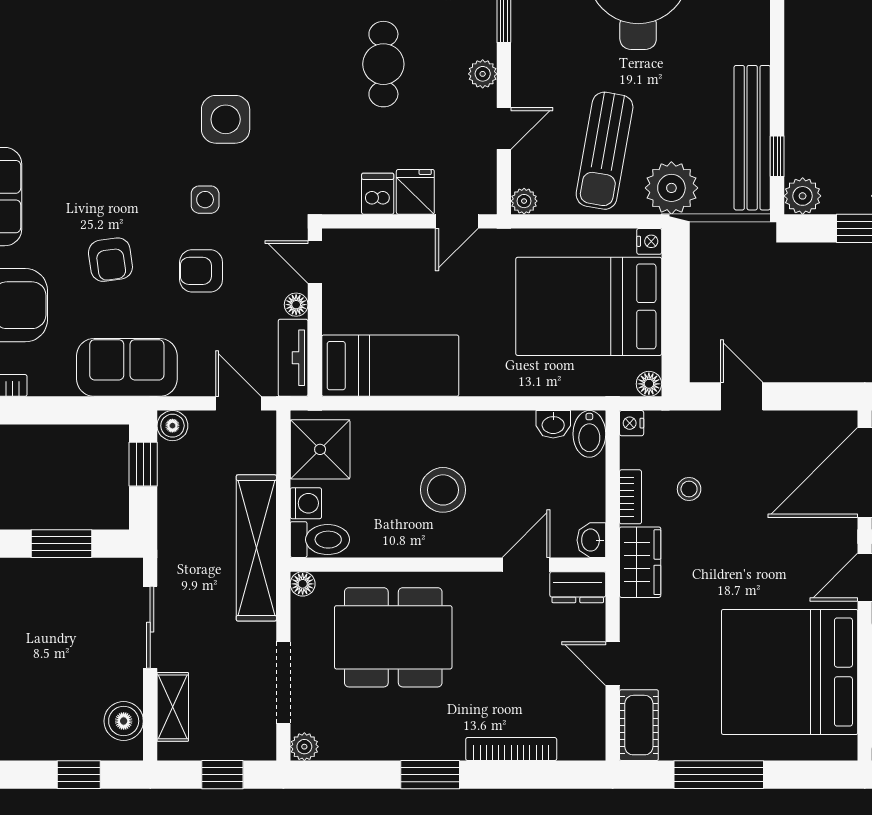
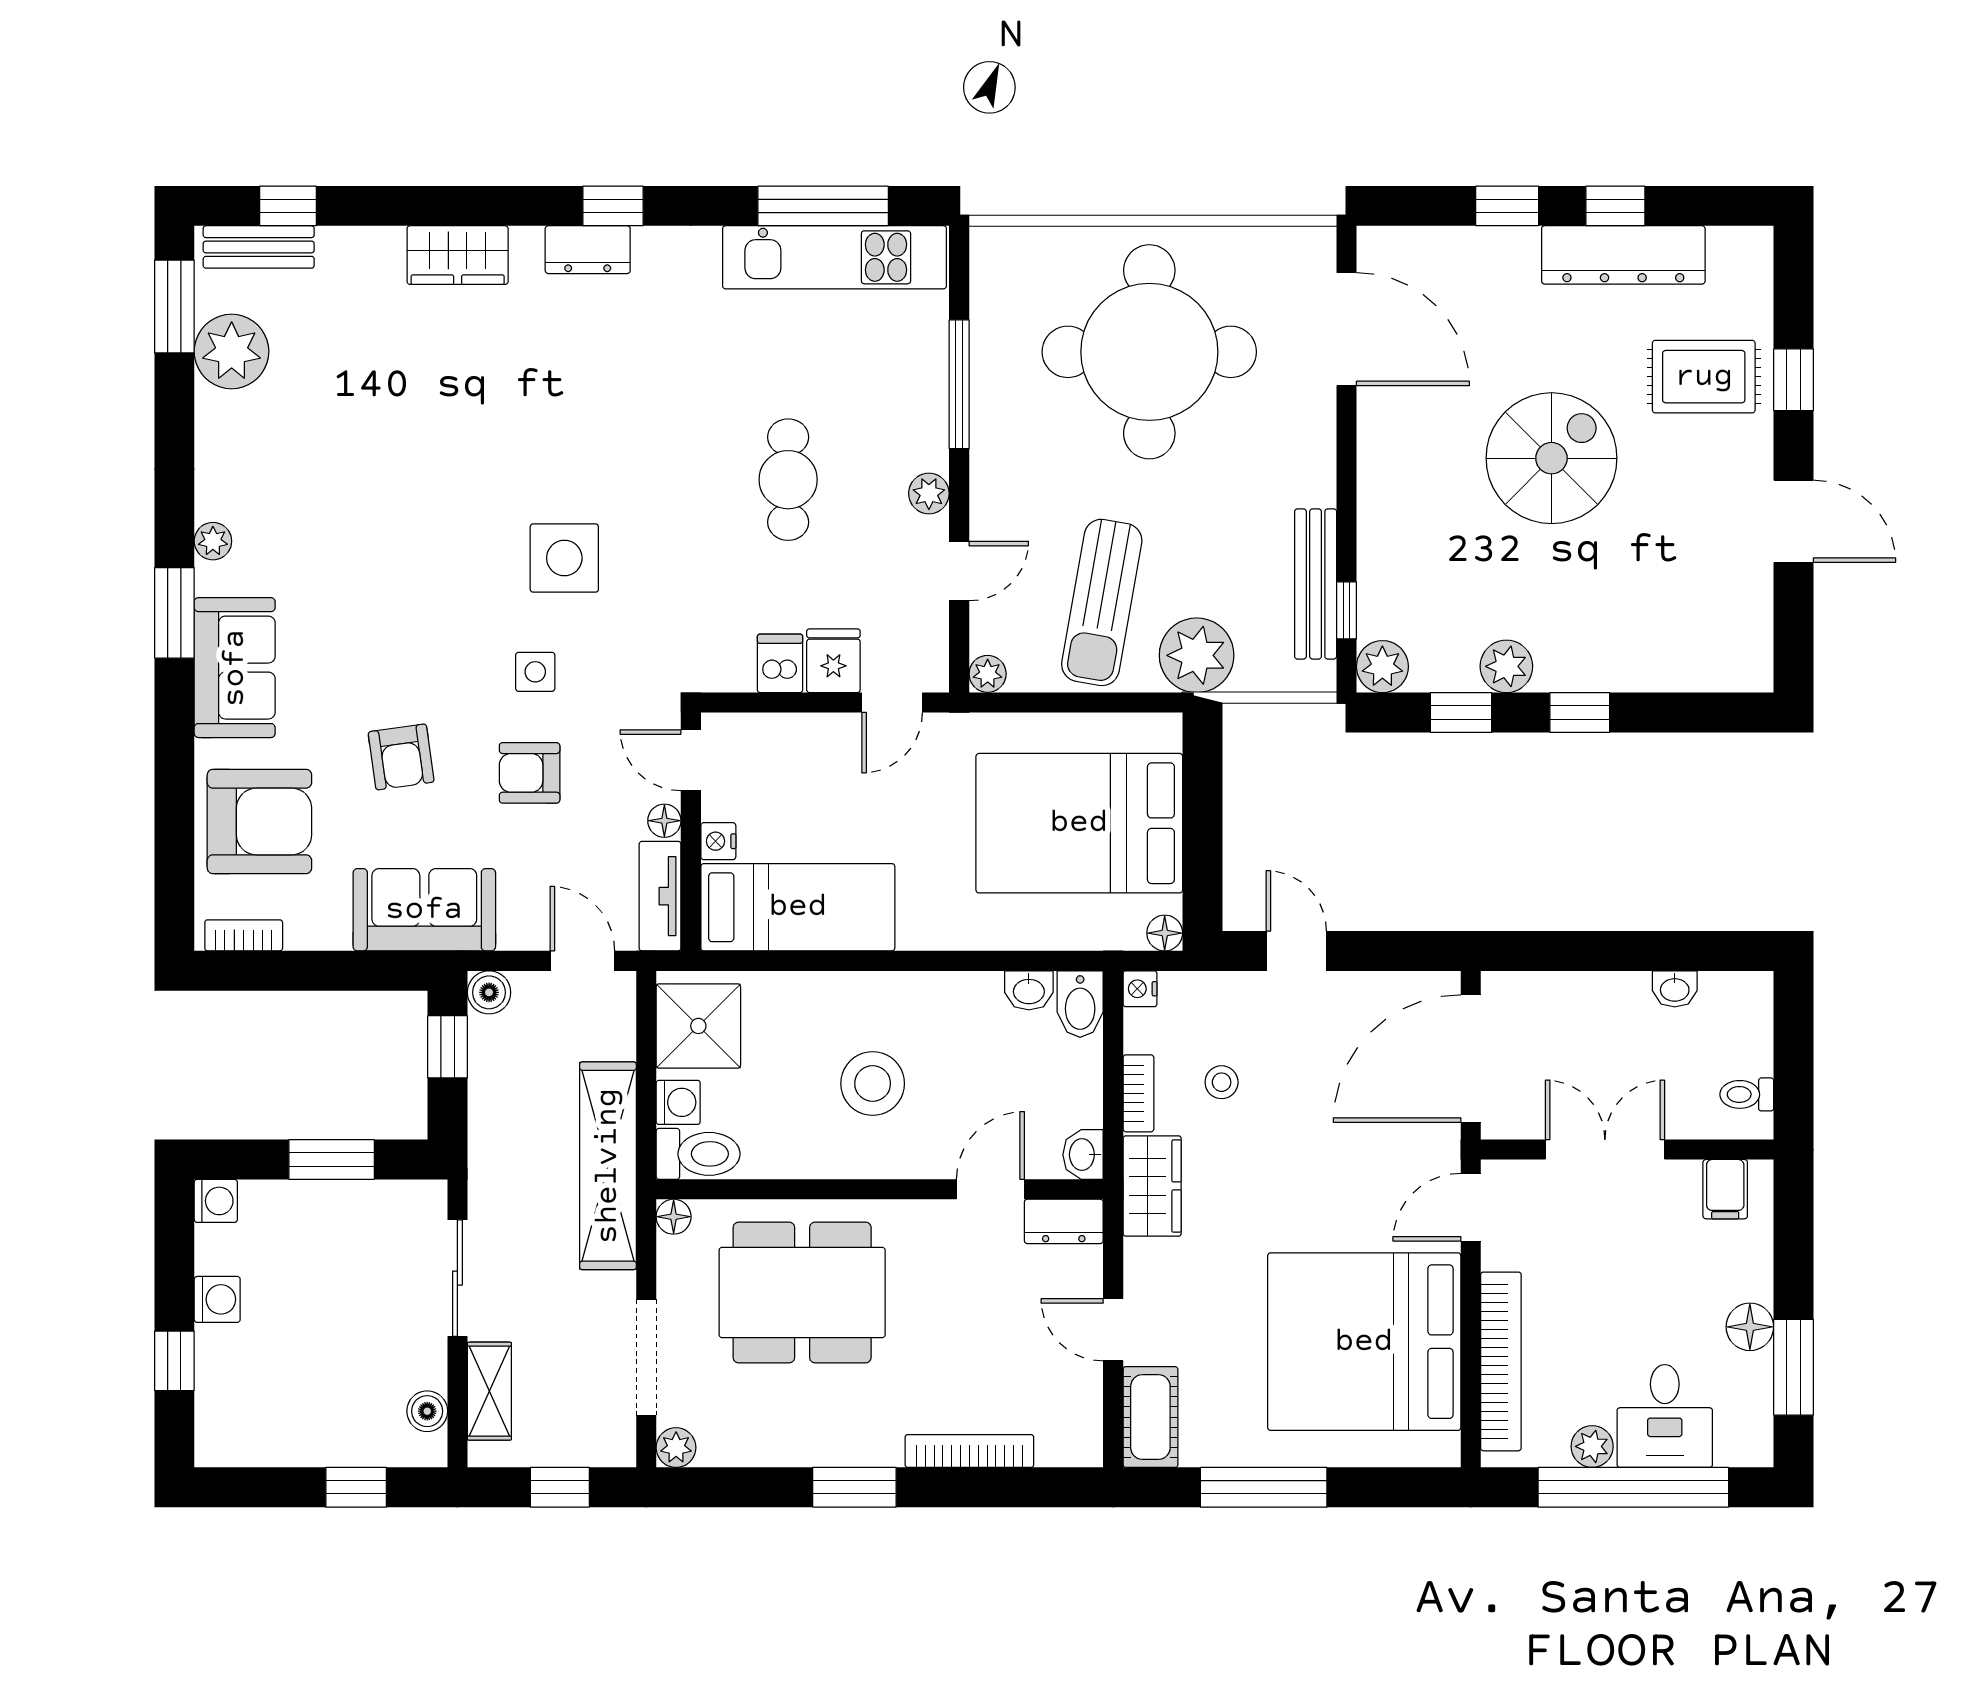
bench: (752, 138) -> (1316, 584), width x0.73, depth x0.82
nightstand: (649, 241) -> (718, 841), moved, turned 180
boiler: (124, 721) -> (427, 1411), width x0.73, depth x0.73

